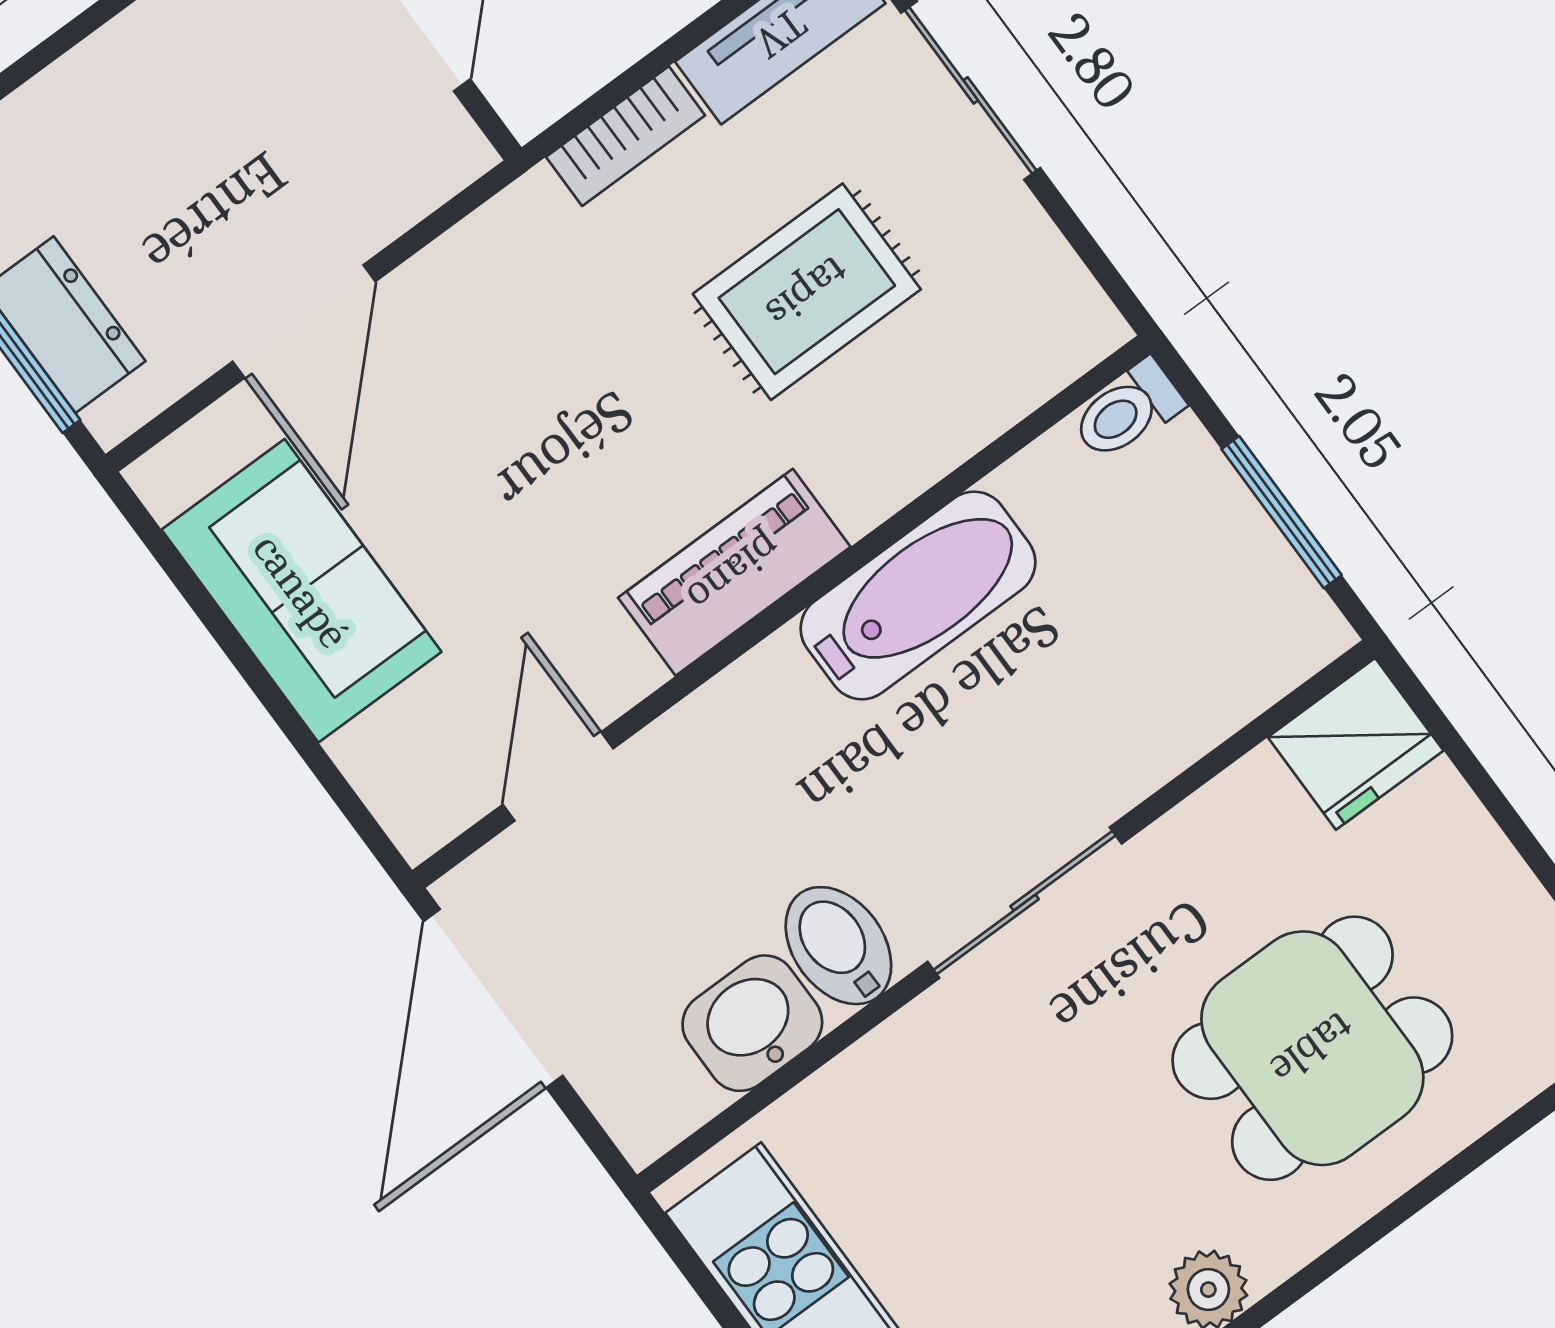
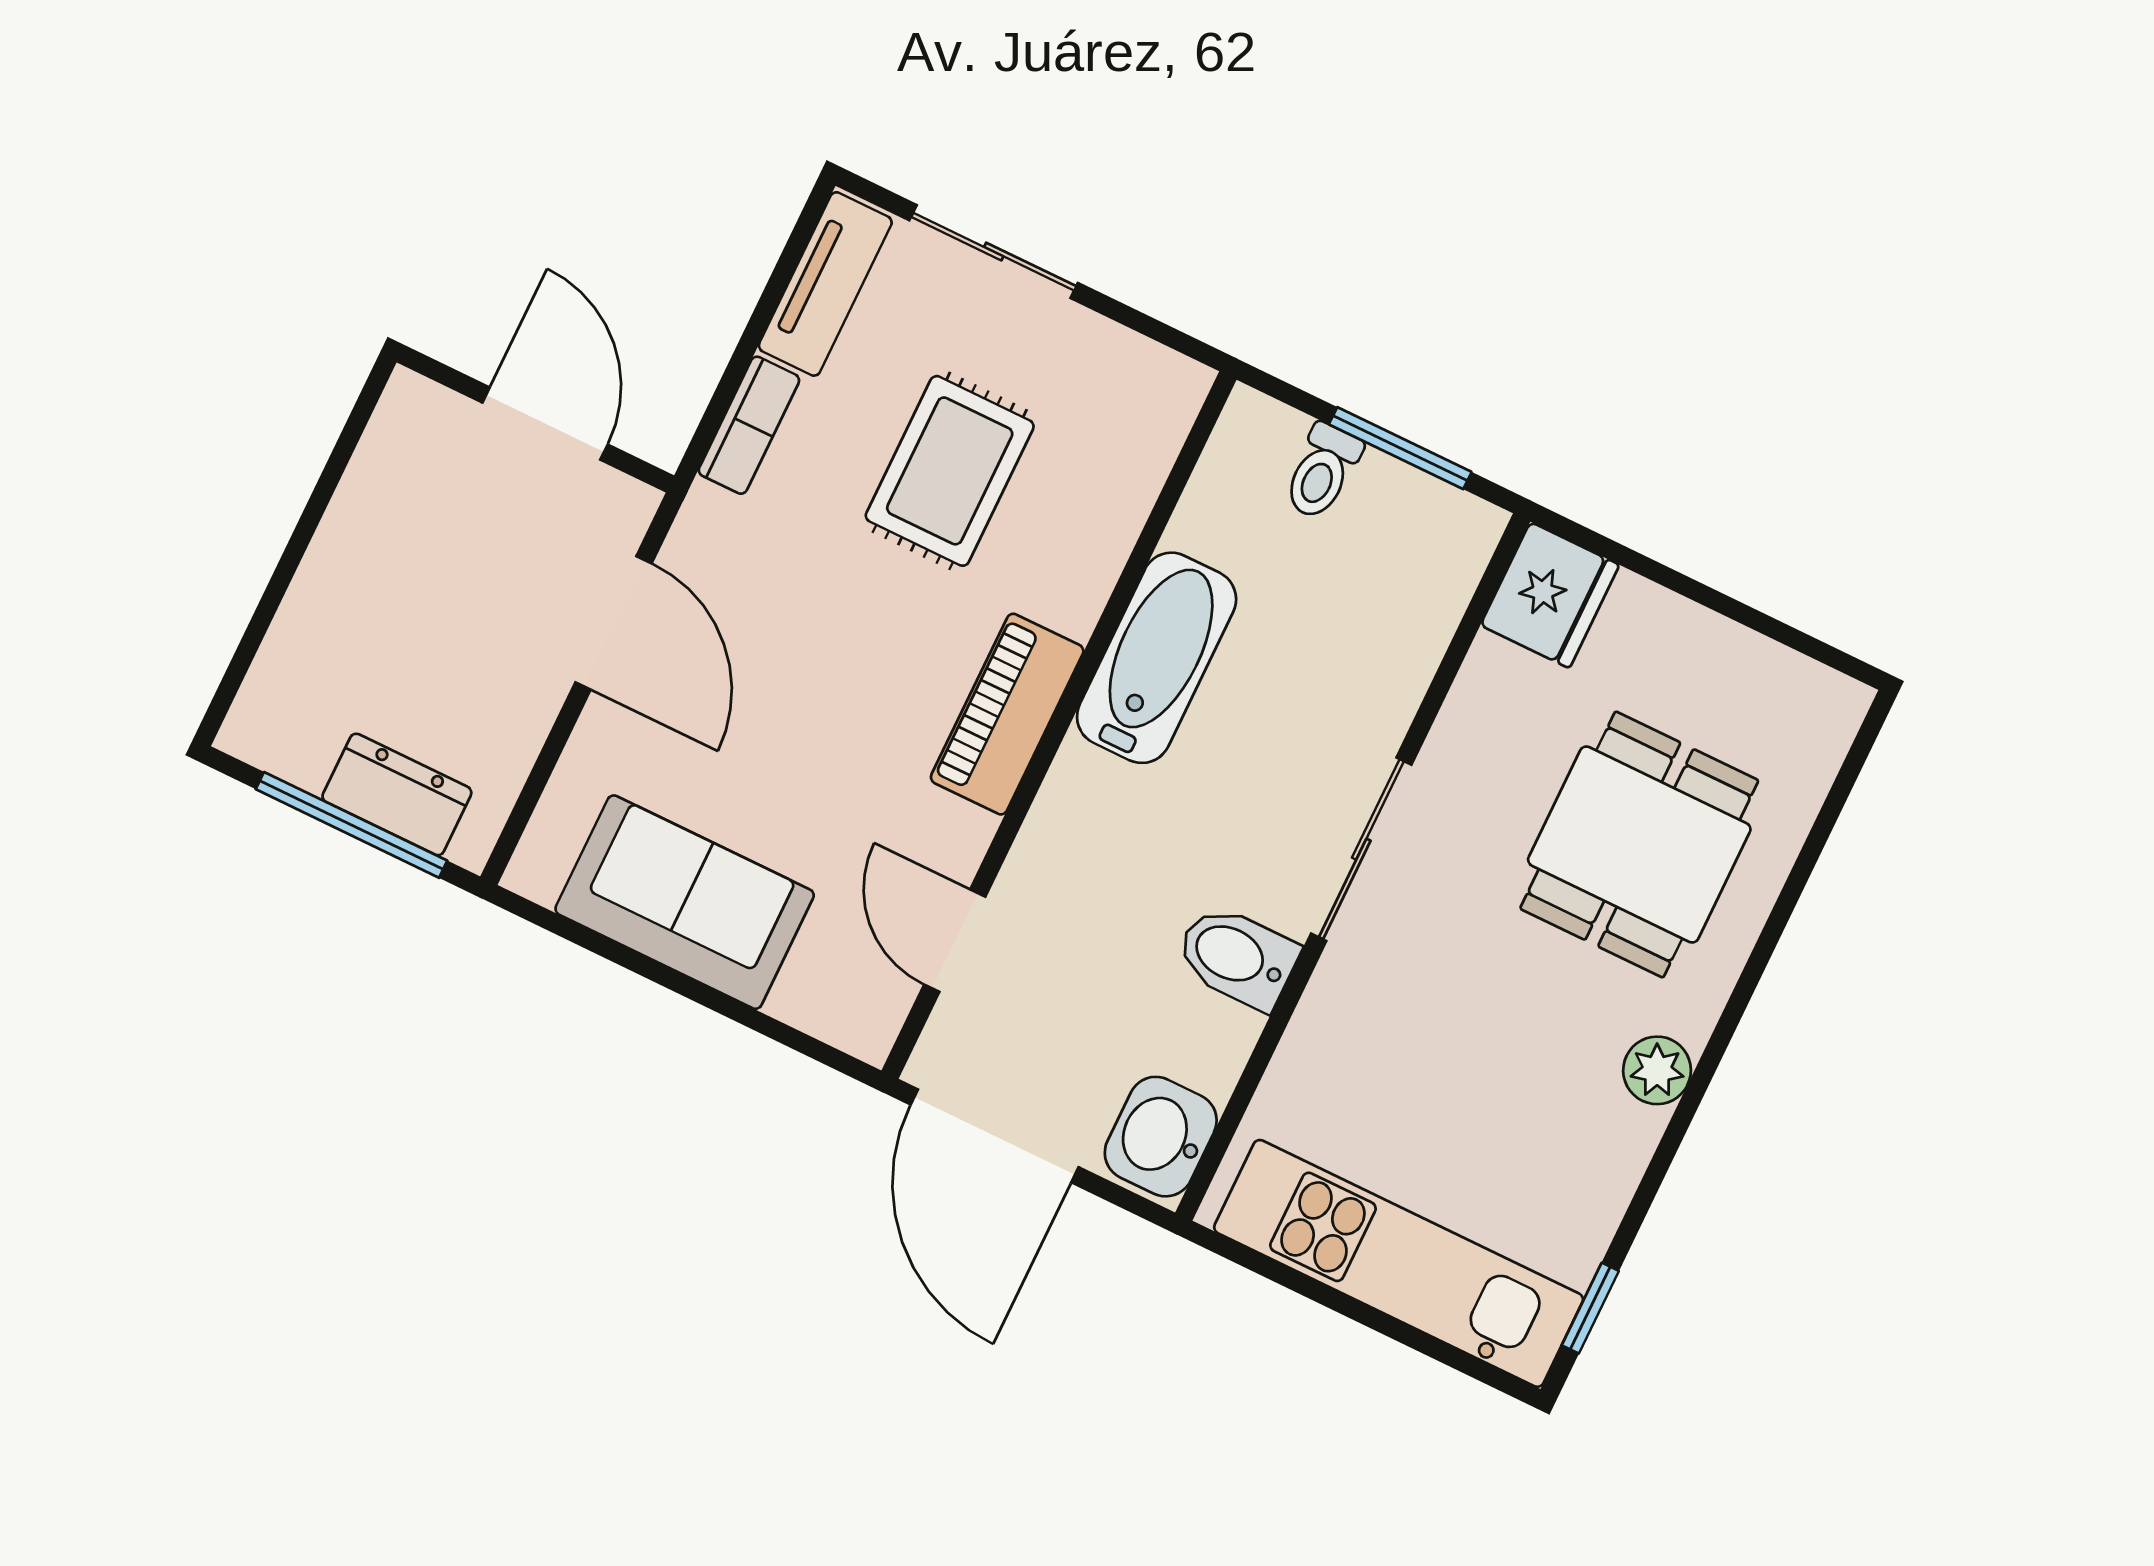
door: (304, 321) -> (613, 623), moved
toilet: (1127, 410) -> (1322, 471), moved
washbasin: (752, 1023) -> (1161, 1137), moved

